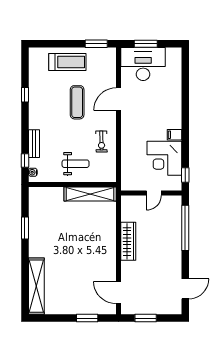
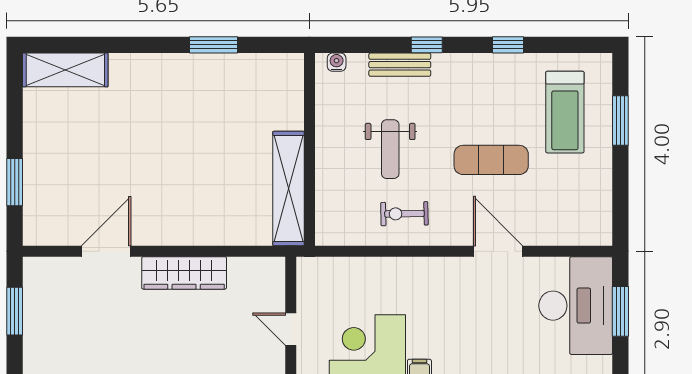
window: (96, 44) -> (620, 120), moved
treadmill: (67, 62) -> (565, 112), moved
window: (25, 160) -> (427, 45), moved
weight bench: (76, 164) -> (390, 149), moved
shelving: (36, 286) -> (65, 70), width x0.68
door: (118, 293) -> (106, 251), moved

